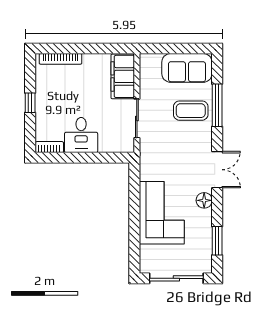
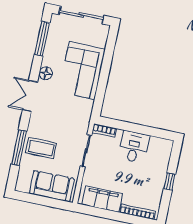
sofa: (187, 68) -> (52, 186), moved
filing cabinet: (123, 76) -> (102, 199), moved, turned -90
bookcase: (49, 147) -> (104, 130), moved
window: (217, 241) -> (42, 39), width x1.44

